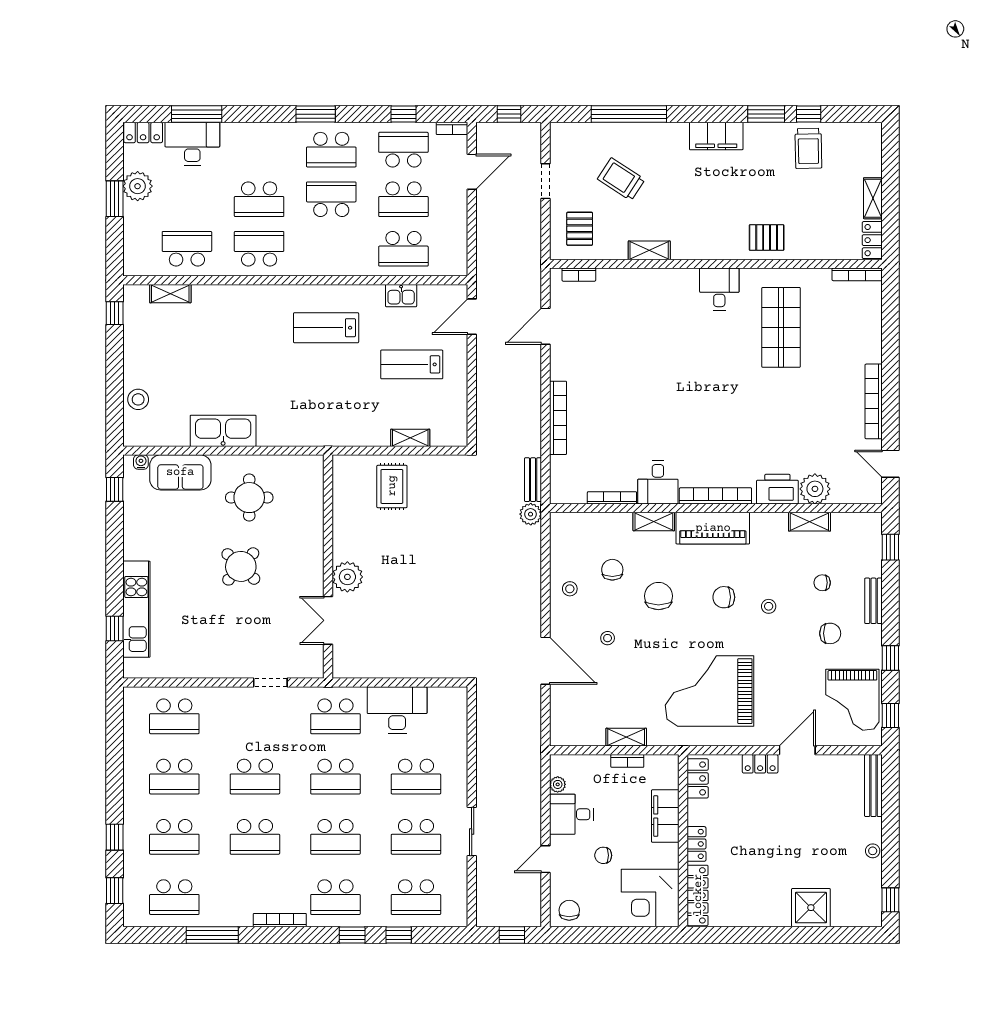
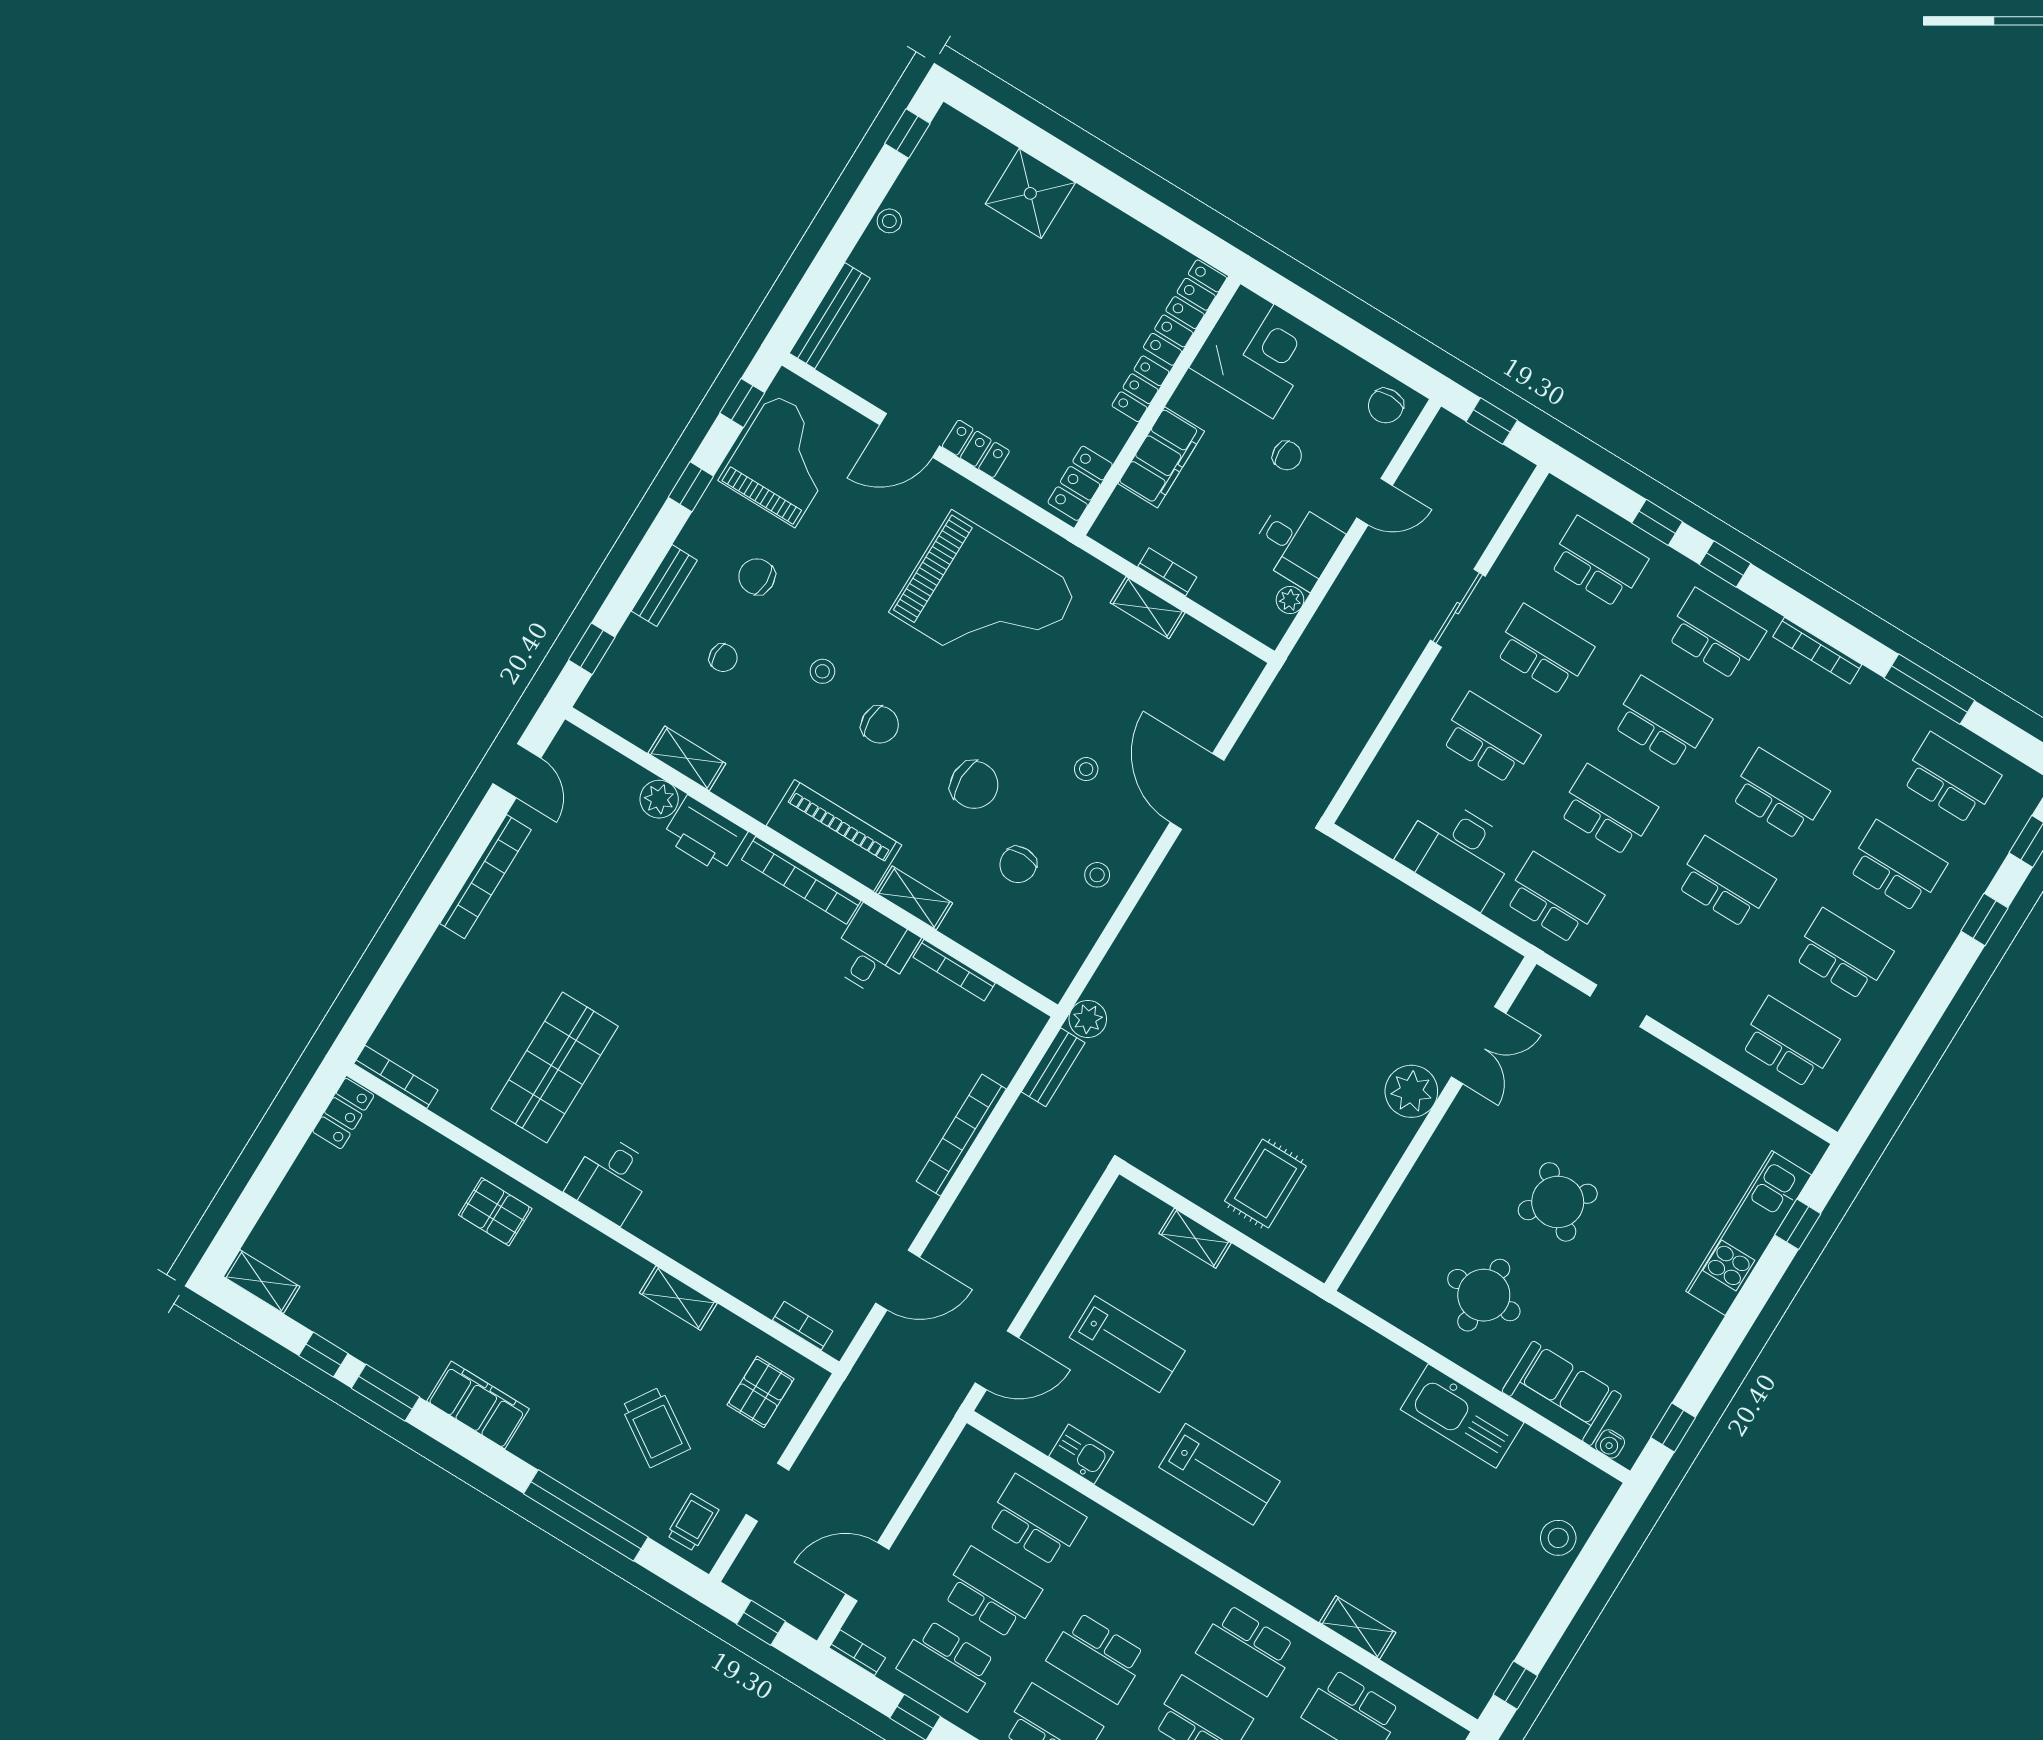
trolley: (808, 148) -> (693, 1522), moved, width x0.73, depth x0.72
shelving: (873, 198) -> (262, 1282), moved, turned 90
shelving: (170, 294) -> (1358, 1627), moved
plant: (815, 489) -> (659, 799), width x0.73, depth x0.73
chair: (658, 596) -> (974, 785), turned -90

